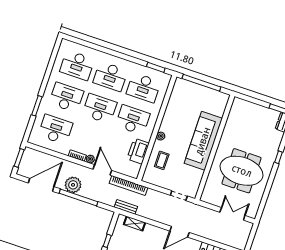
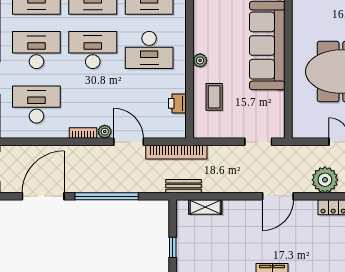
desk: (133, 120) -> (149, 50), turned 180
printer: (138, 151) -> (177, 103), width x0.53, depth x0.68
plant: (73, 185) -> (325, 180), moved

